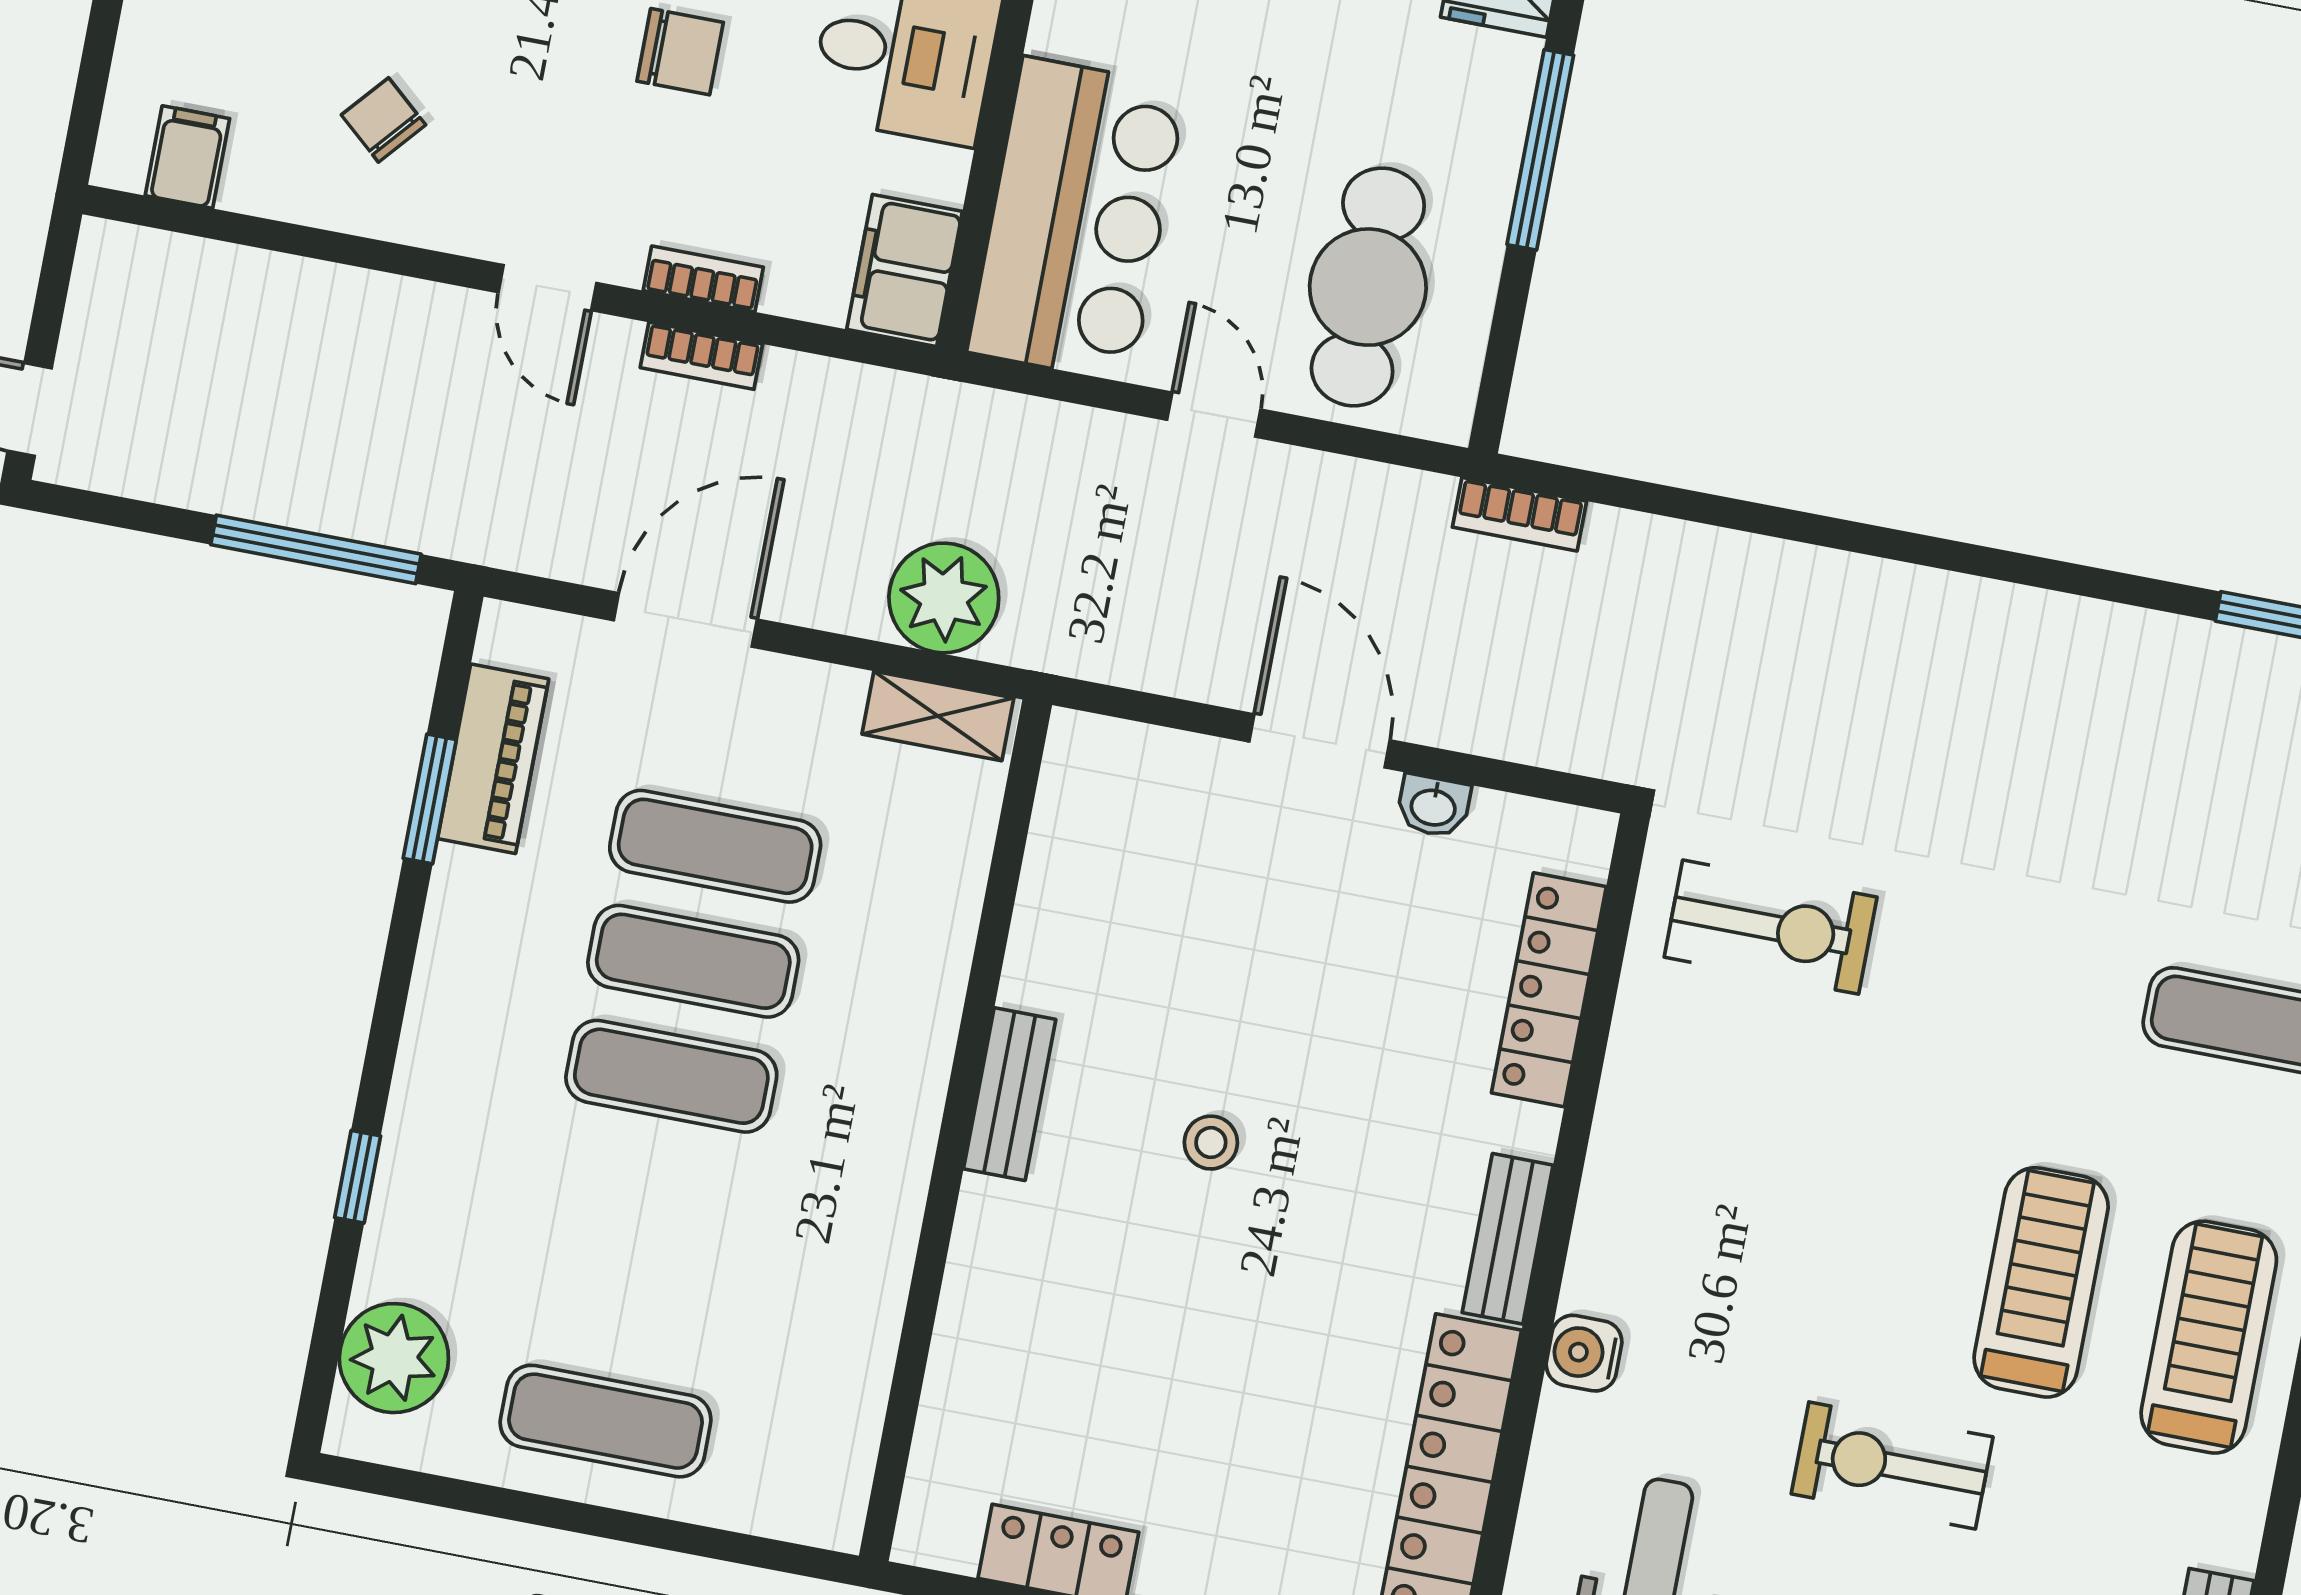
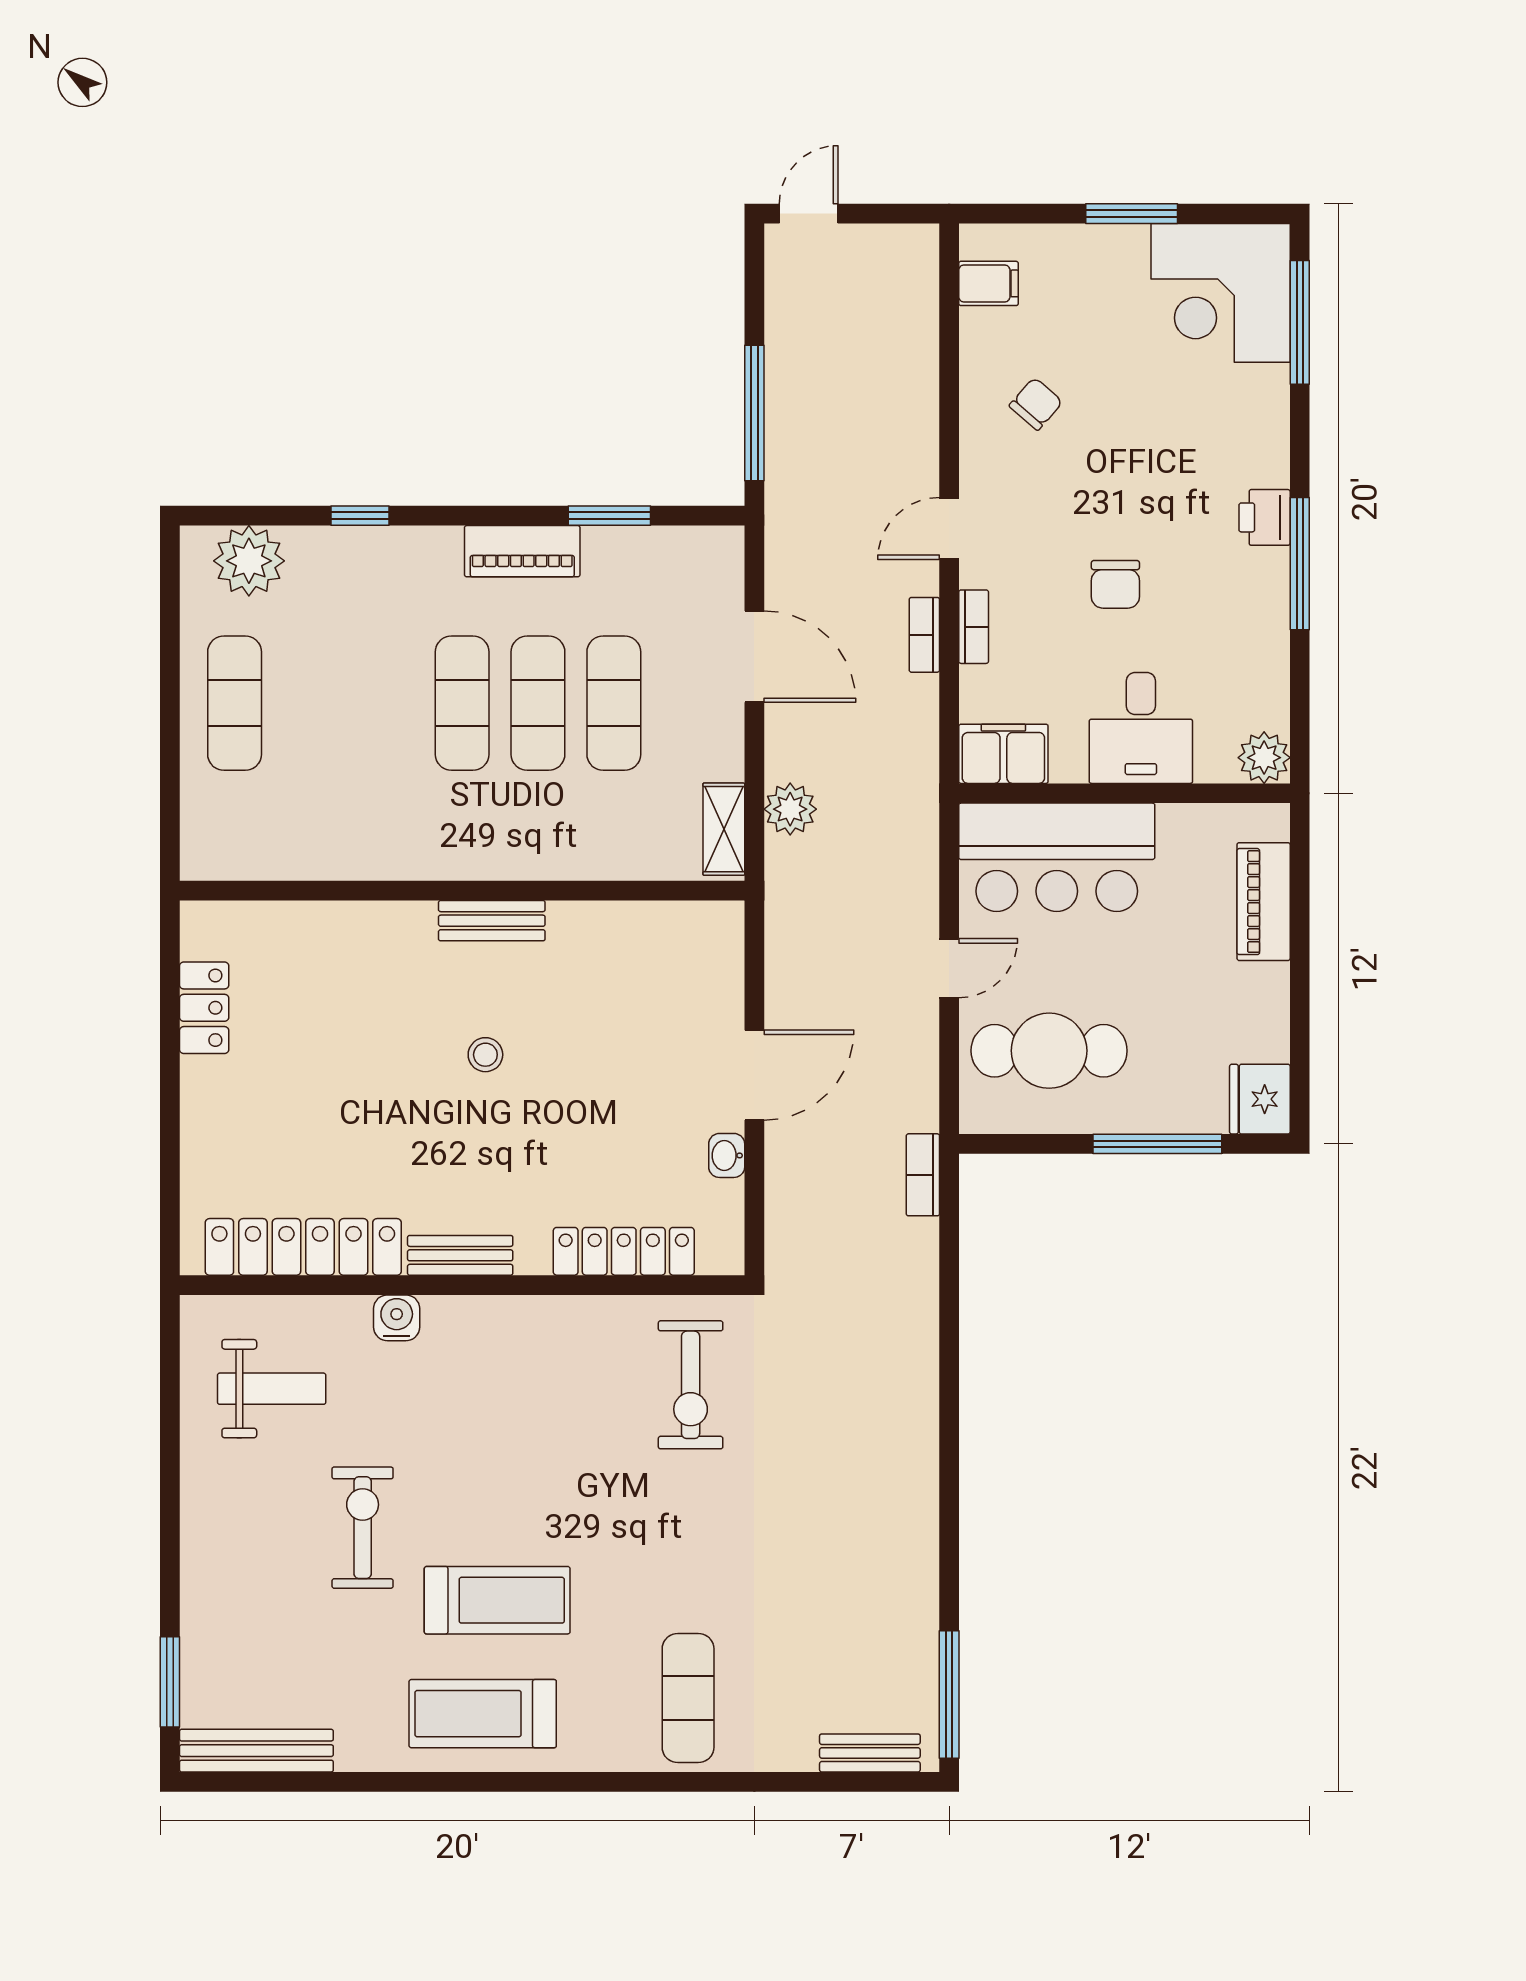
plant: (944, 598) -> (790, 809), width x0.73, depth x0.73
piano: (493, 759) -> (522, 551), moved
treadmill: (2209, 1337) -> (483, 1714), turned 180

